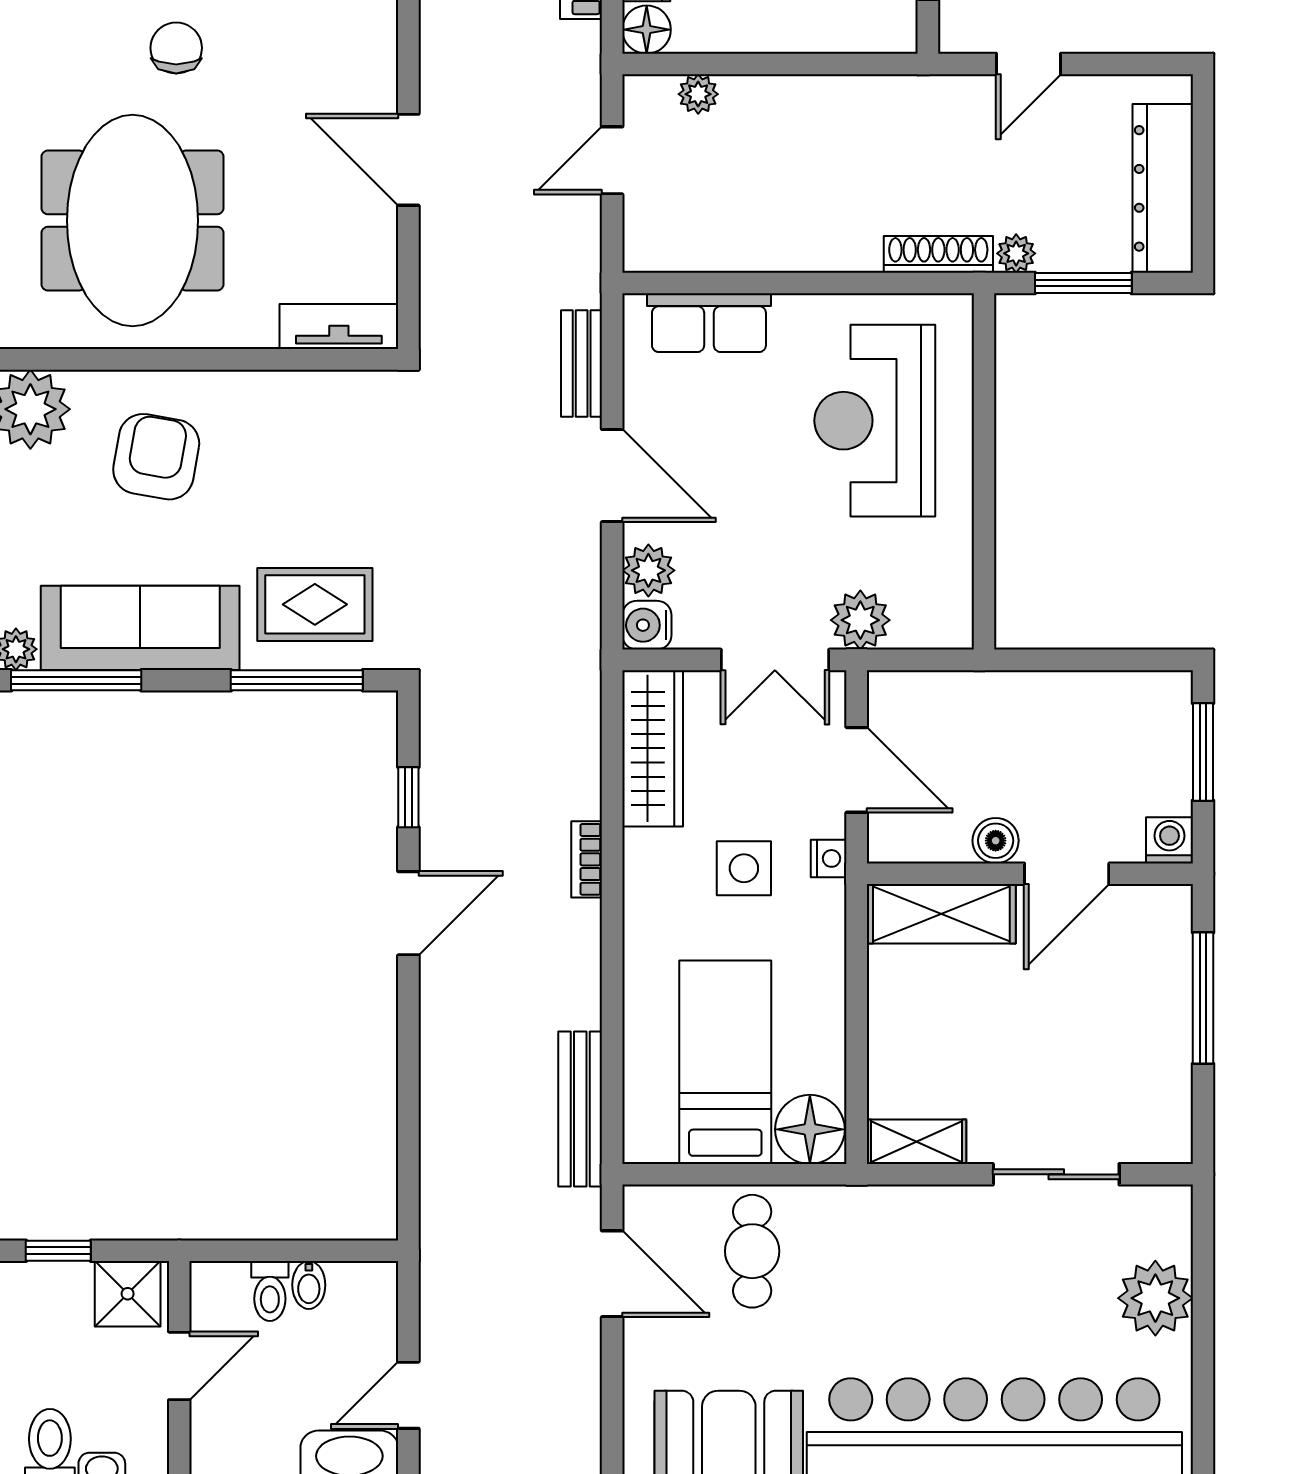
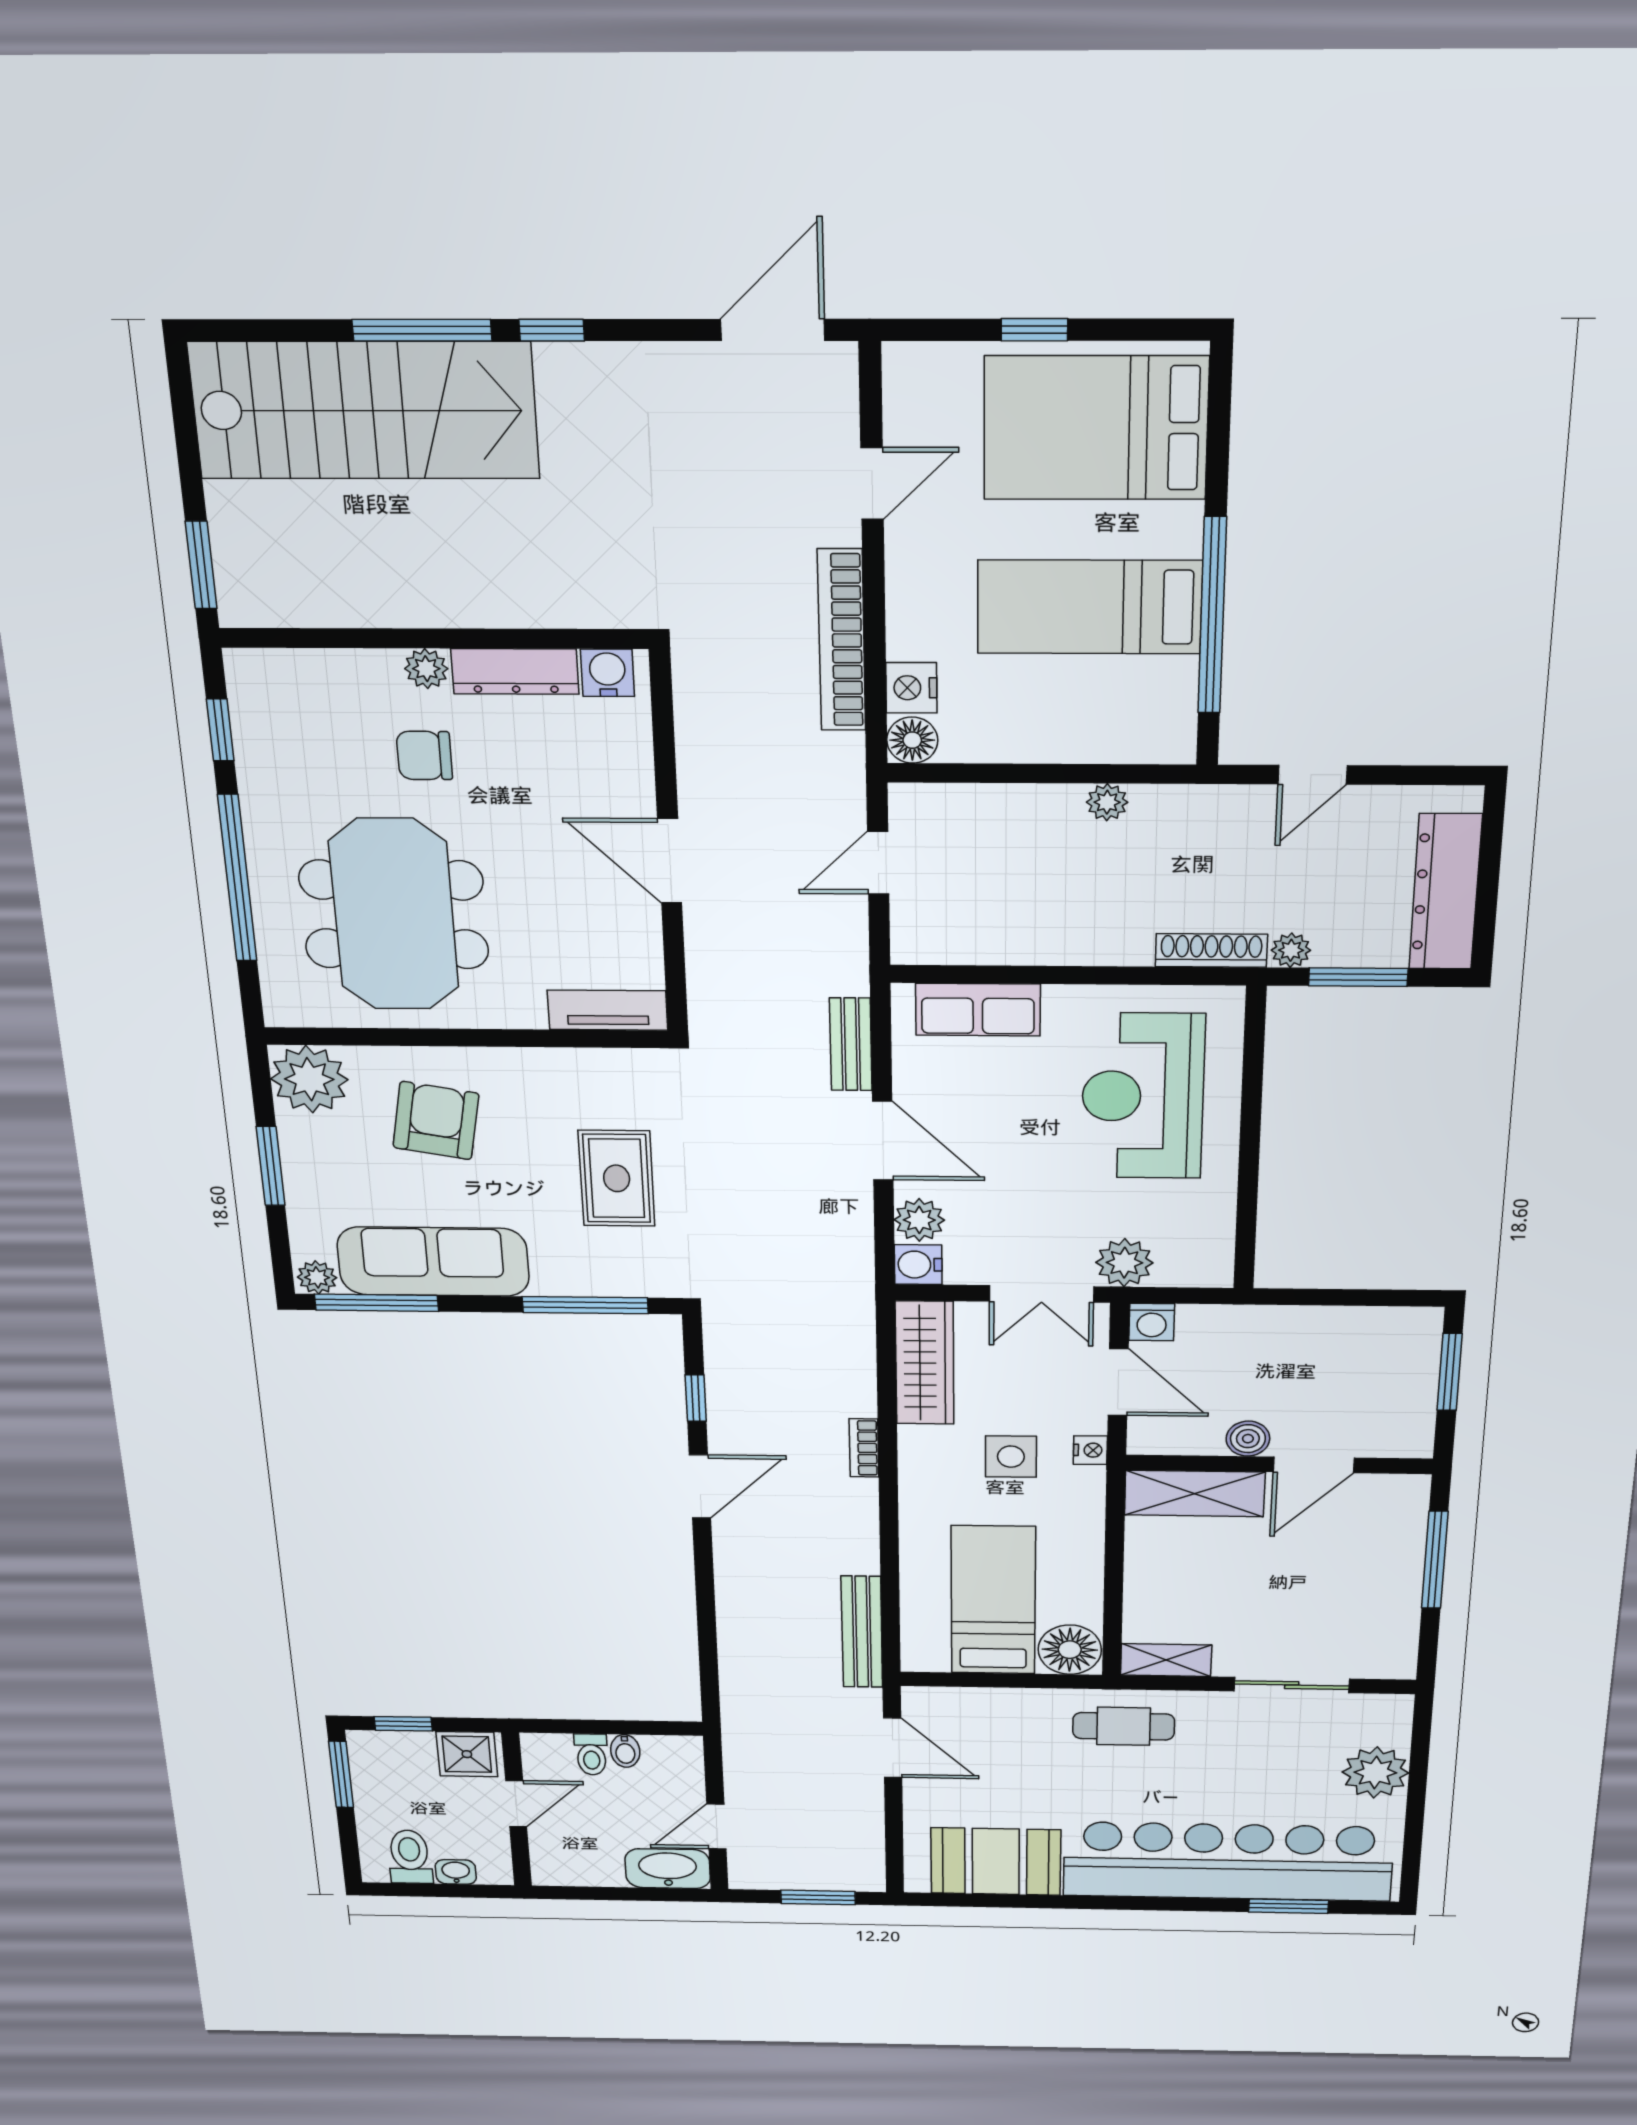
chair: (176, 48) -> (424, 756), turned -90
plant: (698, 94) -> (1107, 802), moved
rug: (315, 604) -> (617, 1178), moved, turned 90
washing machine: (1169, 840) -> (1152, 1322), moved, turned 180
cafe table: (752, 1251) -> (1124, 1726), moved, turned 90

